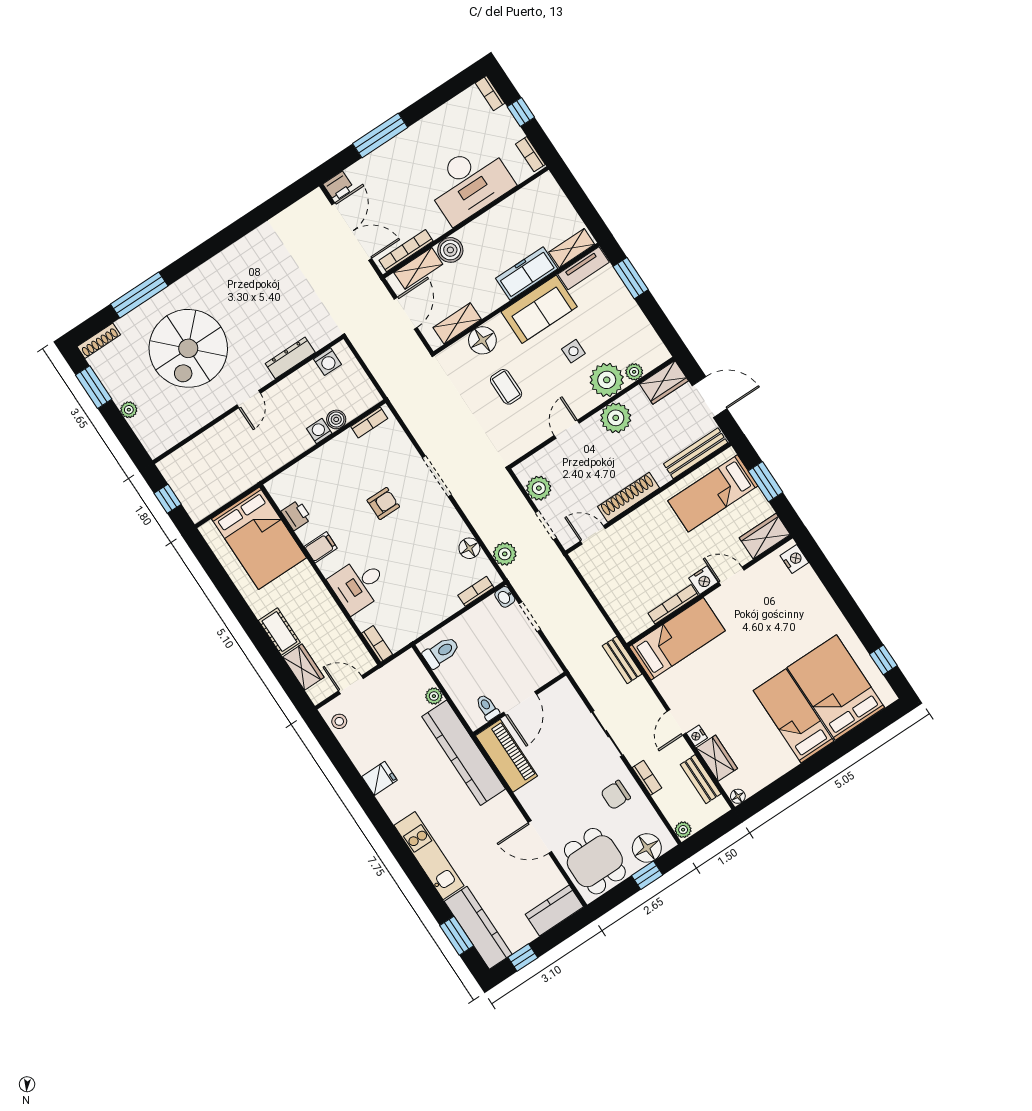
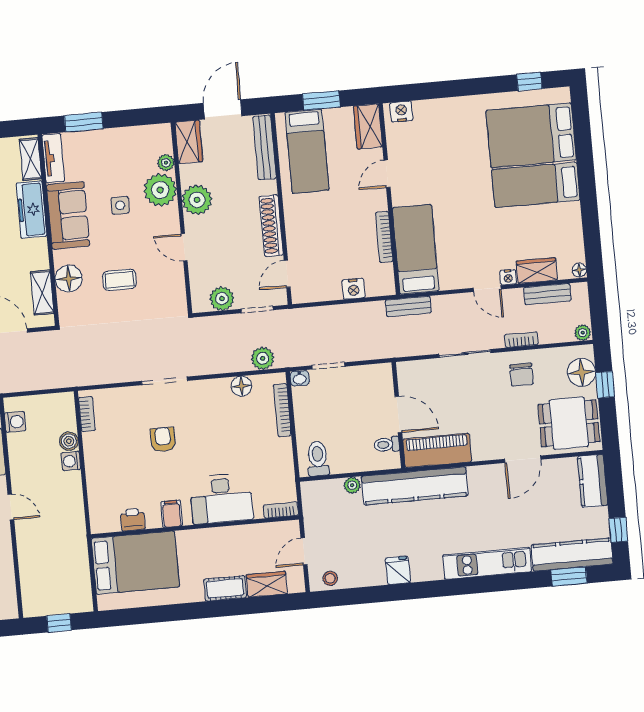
nightstand: (703, 580) -> (353, 289), moved, turned 90
desk: (358, 585) -> (221, 499), width x1.37
bookcase: (476, 591) -> (282, 410), width x1.56

